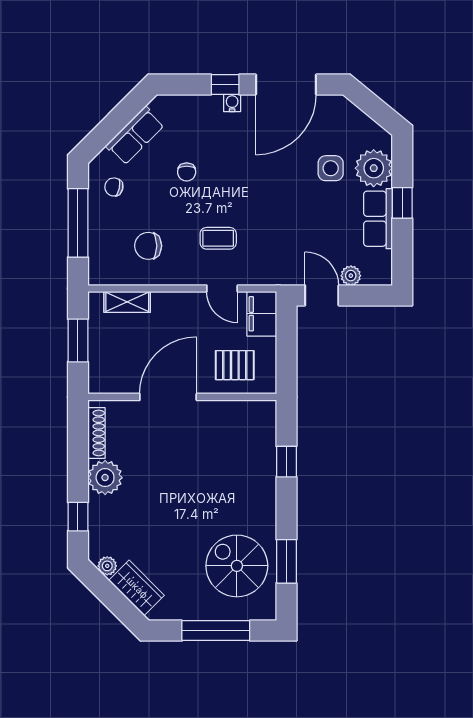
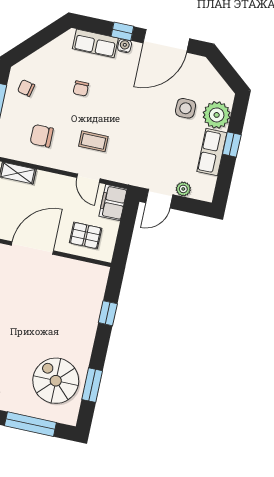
row of seats: (135, 136) -> (95, 43), moved, turned 45
door: (322, 295) -> (159, 199), swing flipped

